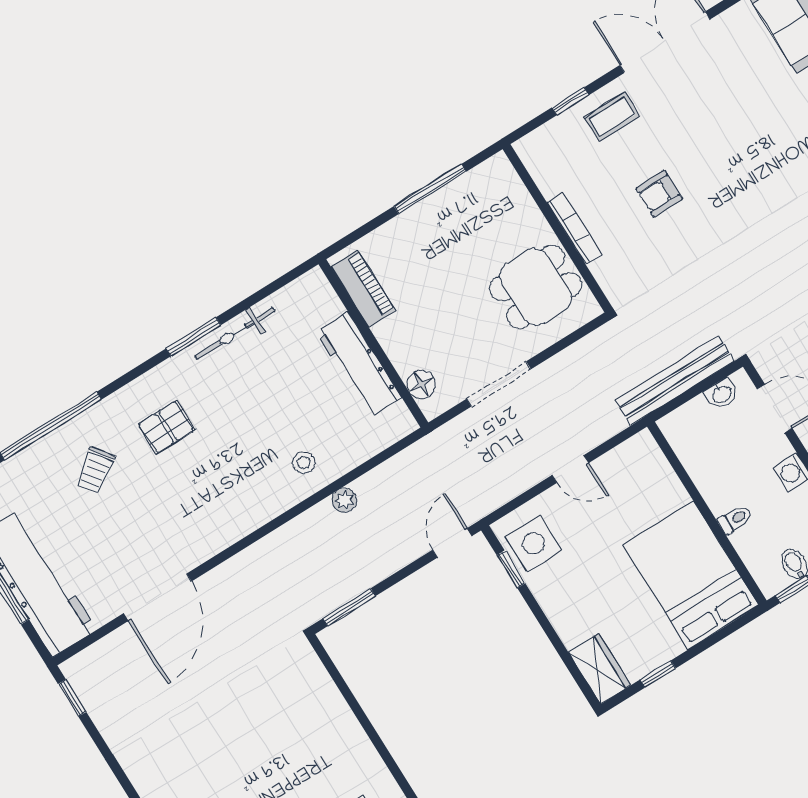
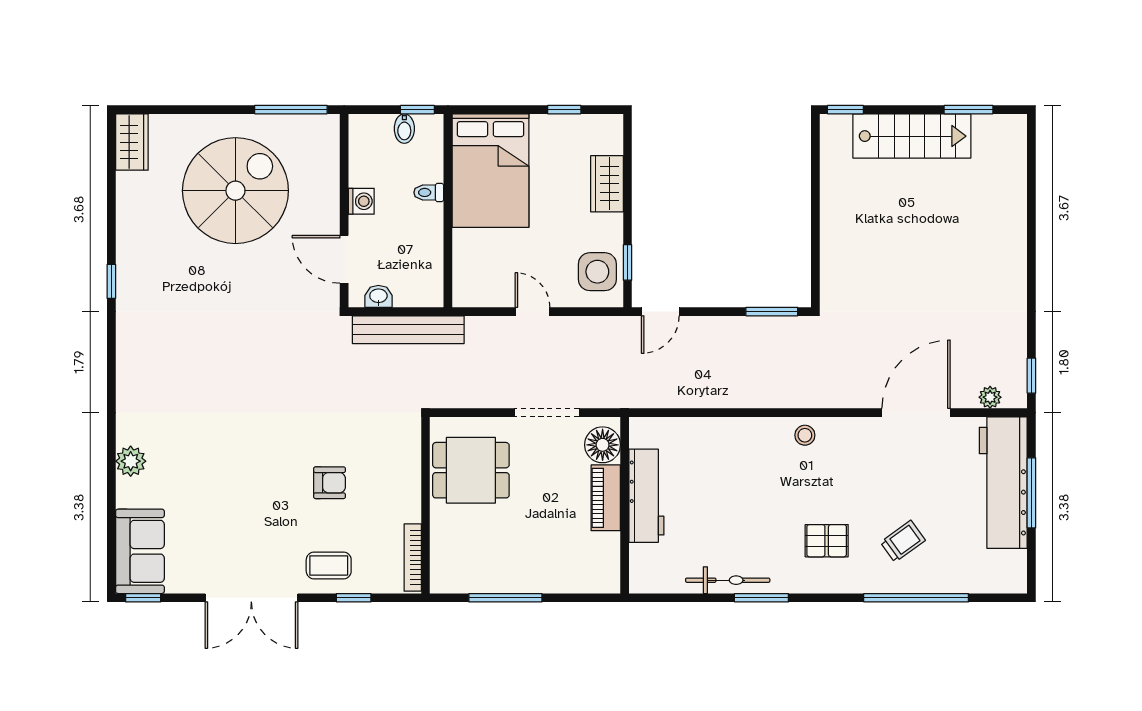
bookcase: (574, 229) -> (413, 558), moved
piano: (364, 289) -> (606, 498), moved
floor lamp: (421, 385) -> (603, 445), width x1.38, depth x1.38
stool: (304, 463) -> (805, 435), moved
plant: (344, 500) -> (990, 397), moved
wardrobe: (600, 669) -> (607, 184), moved

